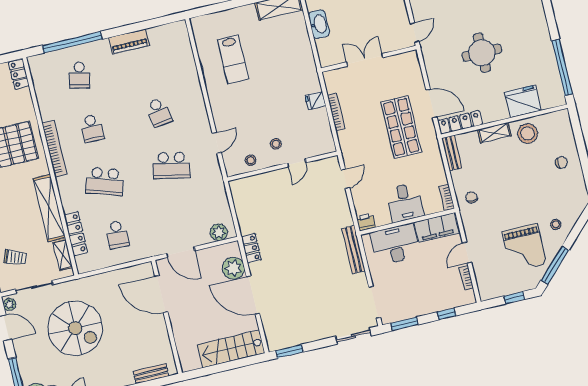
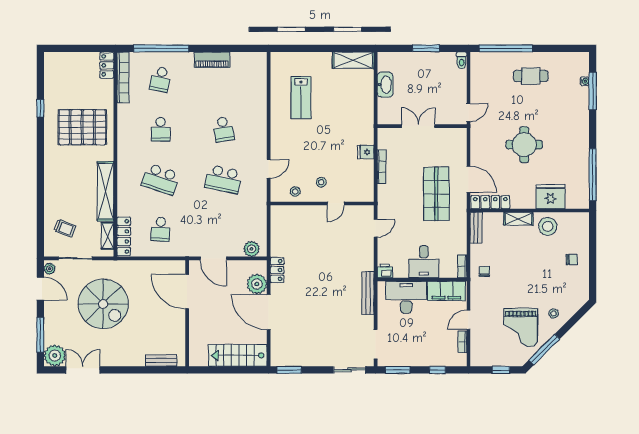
bookcase: (54, 149) -> (123, 77), moved
locker: (76, 234) -> (124, 236), moved

